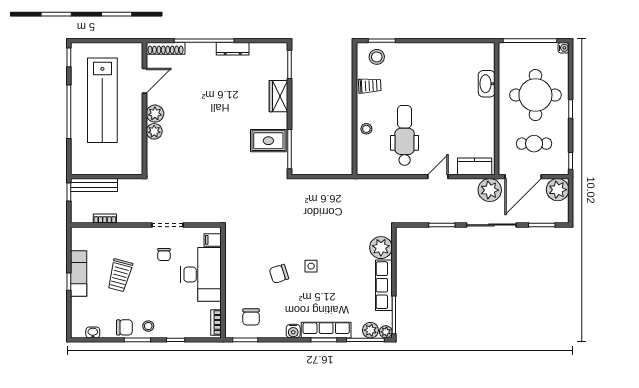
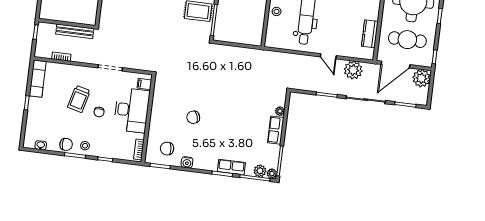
cafe table: (534, 144) -> (407, 40), width x1.37, depth x1.35
kitchen counter: (475, 166) -> (370, 34), moved, turned -90
door: (438, 177) -> (328, 56), swing flipped
bench: (94, 185) -> (75, 31), moved
plant: (490, 190) -> (353, 70), moved
plant: (381, 248) -> (280, 111), width x0.53, depth x0.53
chair: (164, 254) -> (99, 112), moved
side table: (311, 266) -> (219, 114), removed
exam couch: (79, 274) -> (38, 79), moved
trolley: (120, 275) -> (79, 99), moved
row of seats: (384, 285) -> (276, 130), width x0.68
chair: (251, 317) -> (167, 149), turned 86
row of seats: (326, 330) -> (231, 167), width x0.68
water cooler: (293, 331) -> (187, 162), moved

